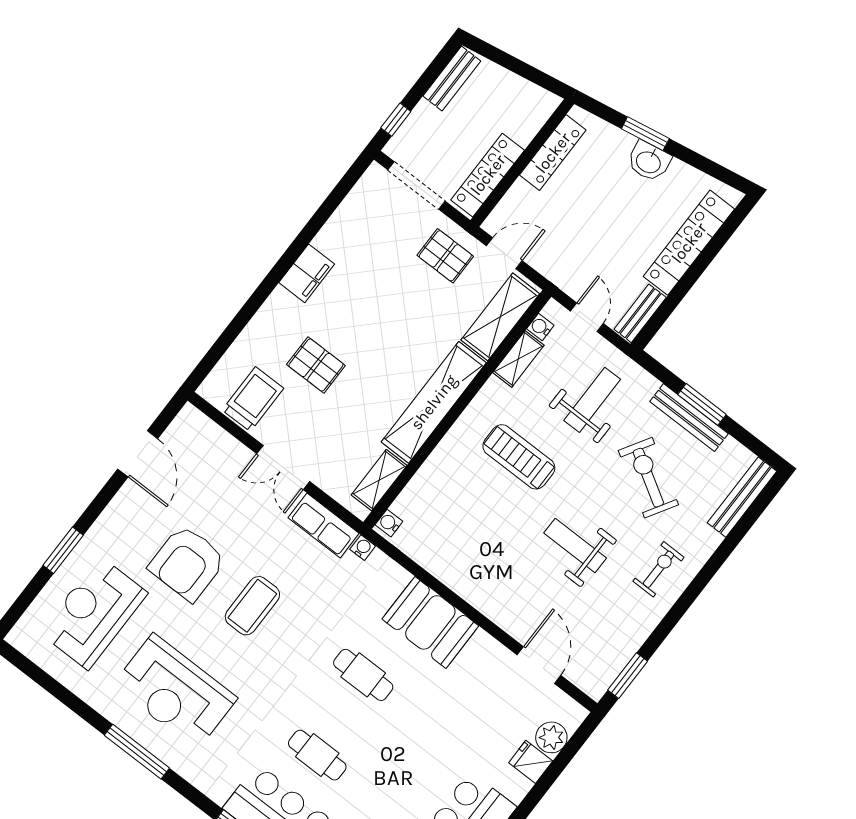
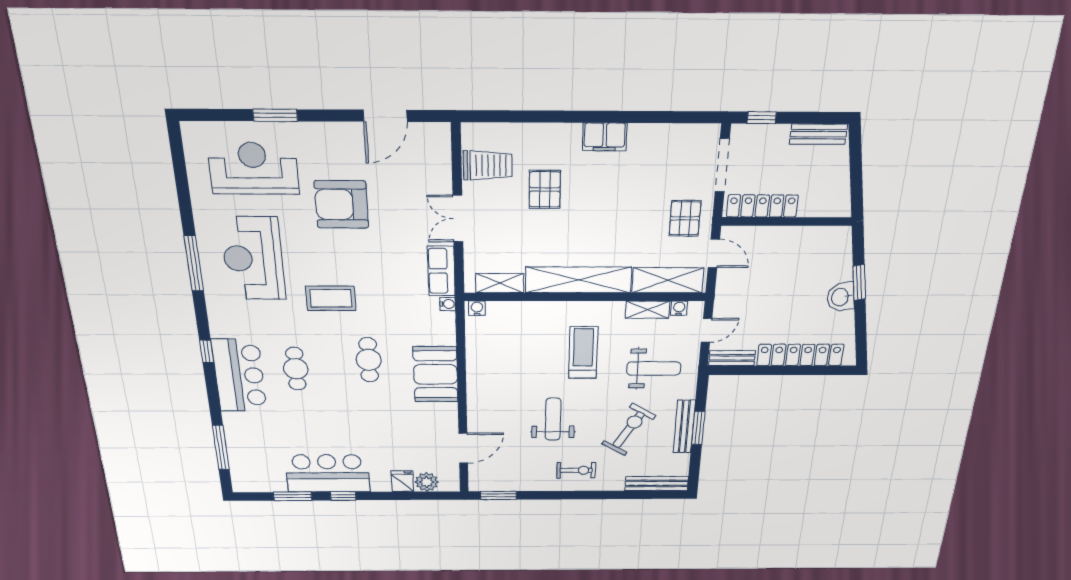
locker: (553, 153) -> (807, 236), removed
coffee table: (252, 606) -> (331, 298), moved

